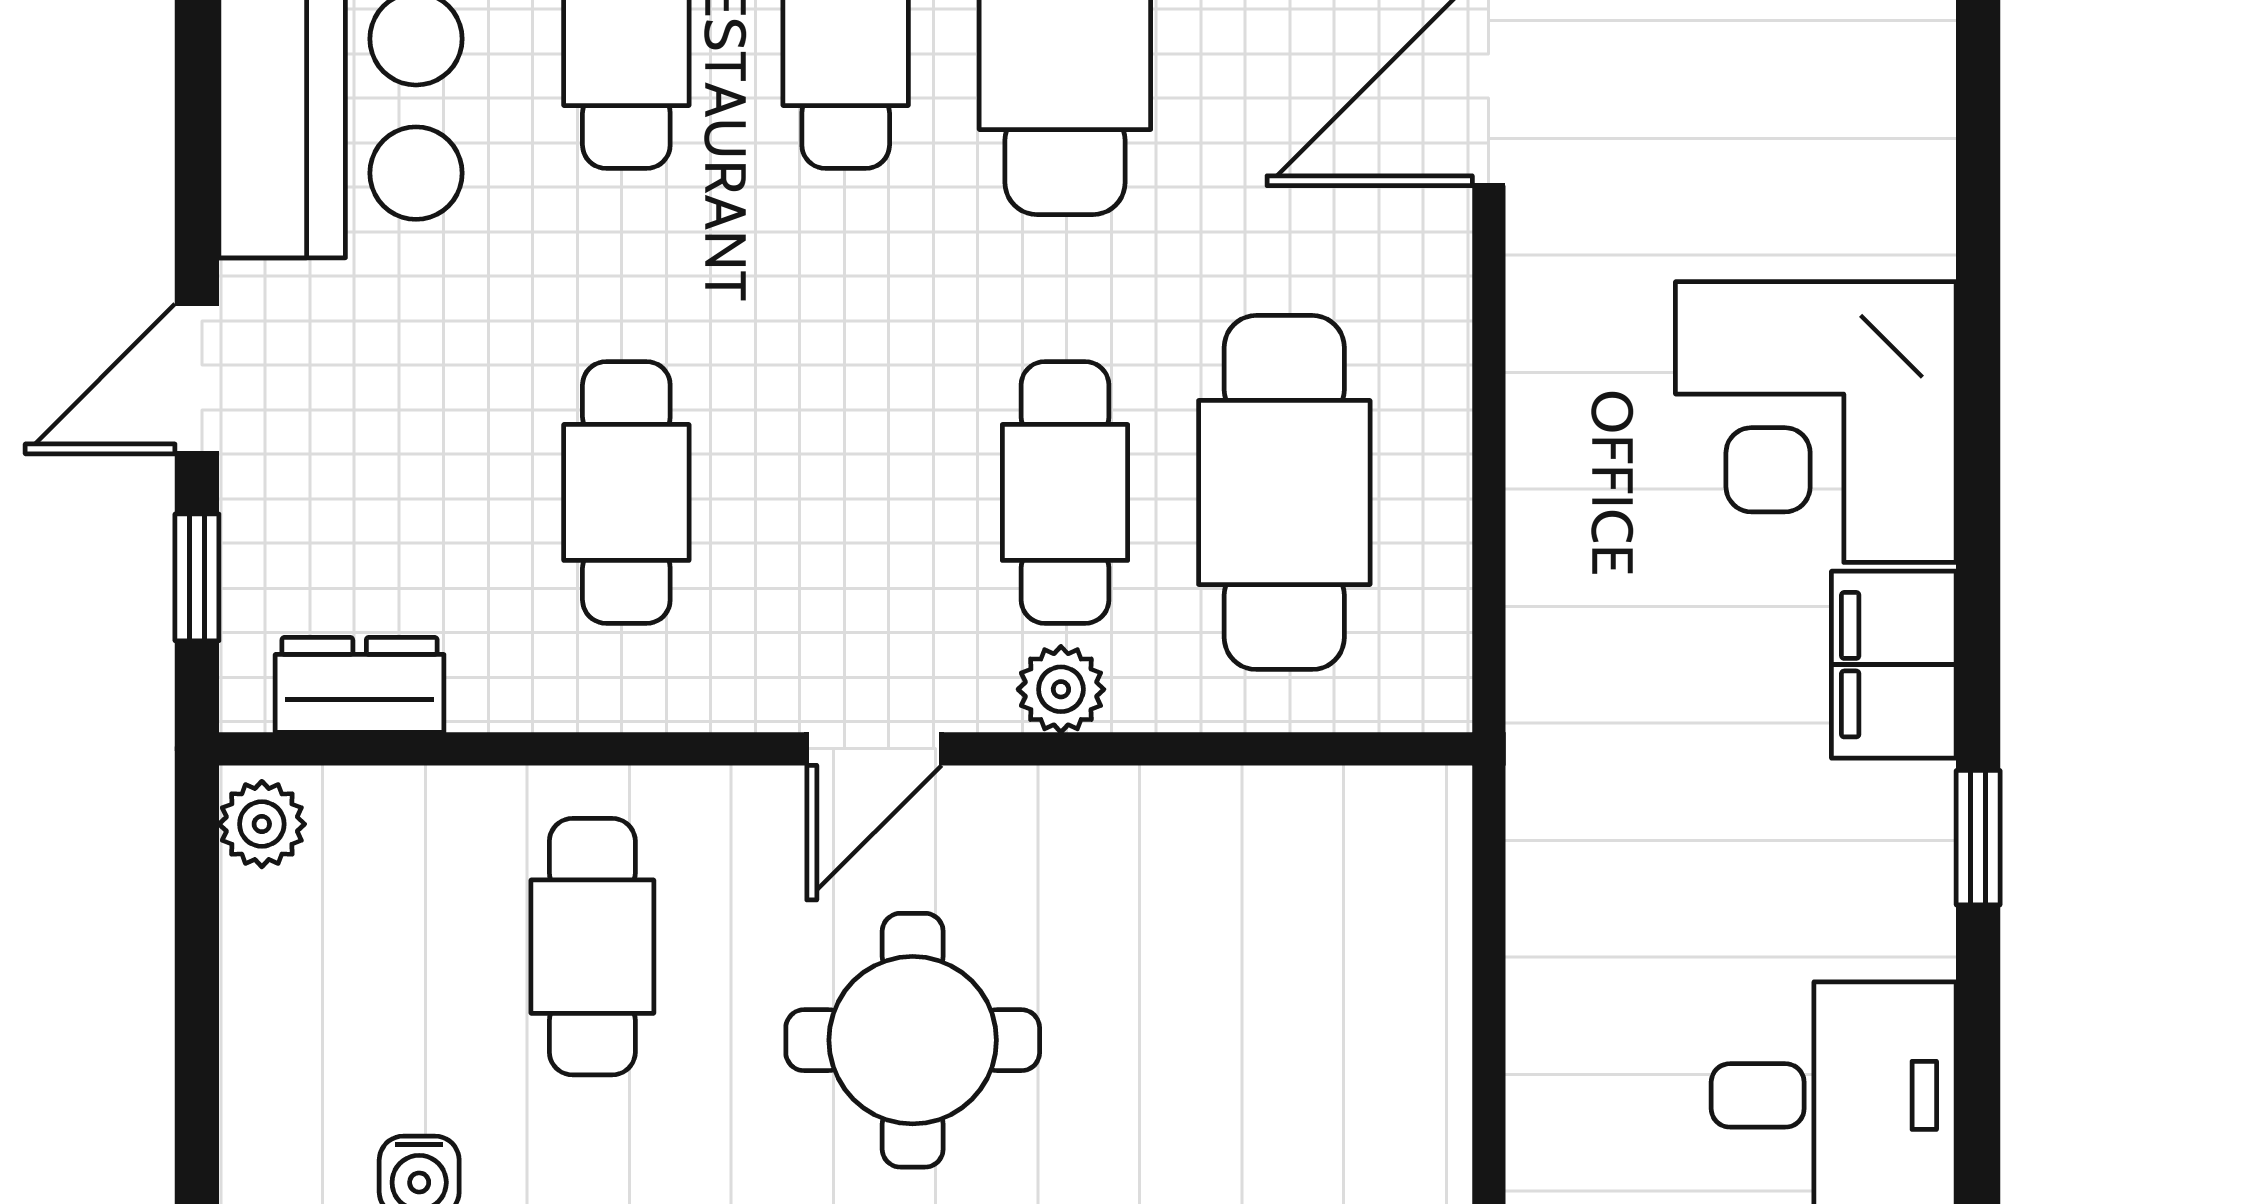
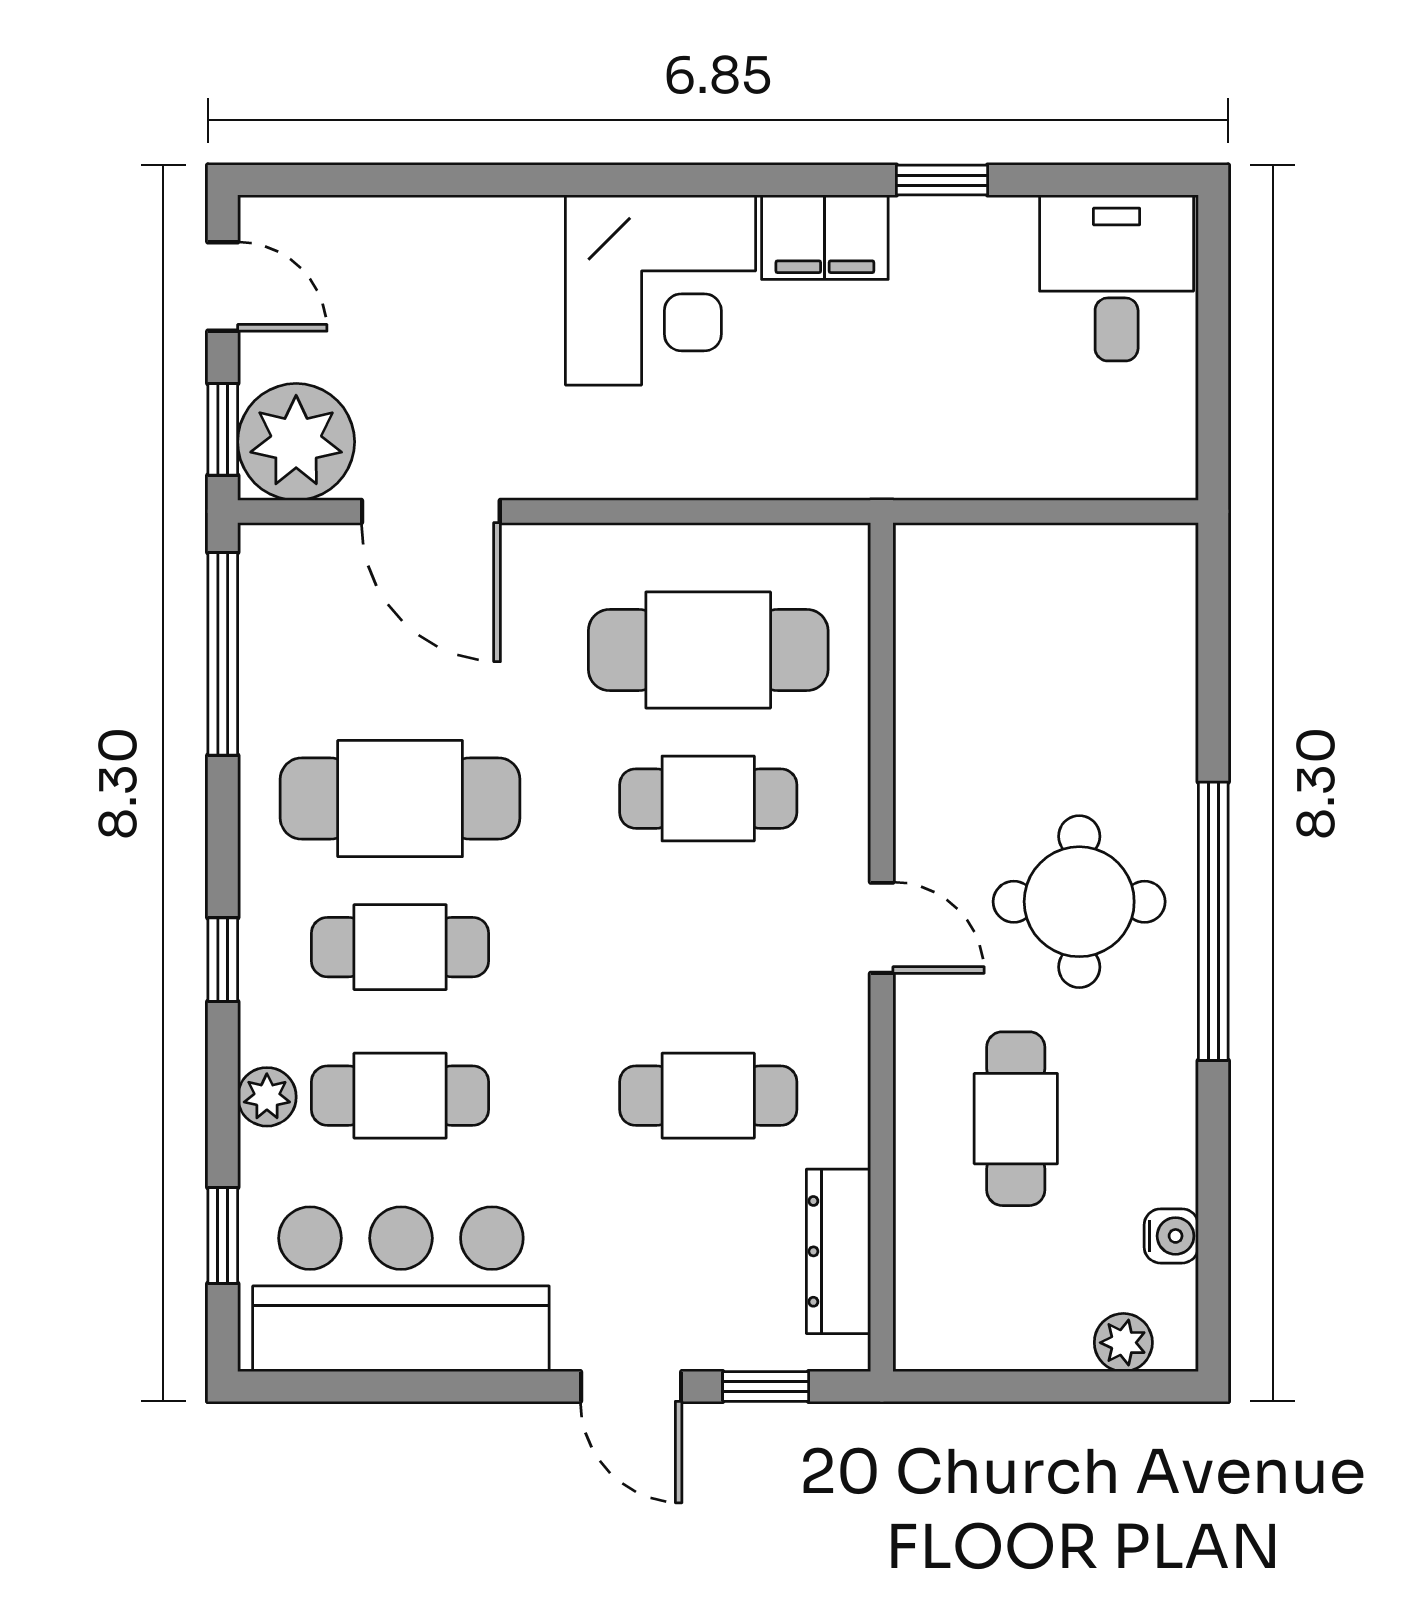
dresser: (360, 685) -> (838, 1251), width x1.44
plant: (1061, 689) -> (841, 801), removed
plant: (262, 824) -> (1123, 1343), moved
cafe table: (592, 947) -> (1016, 1119), turned 90

